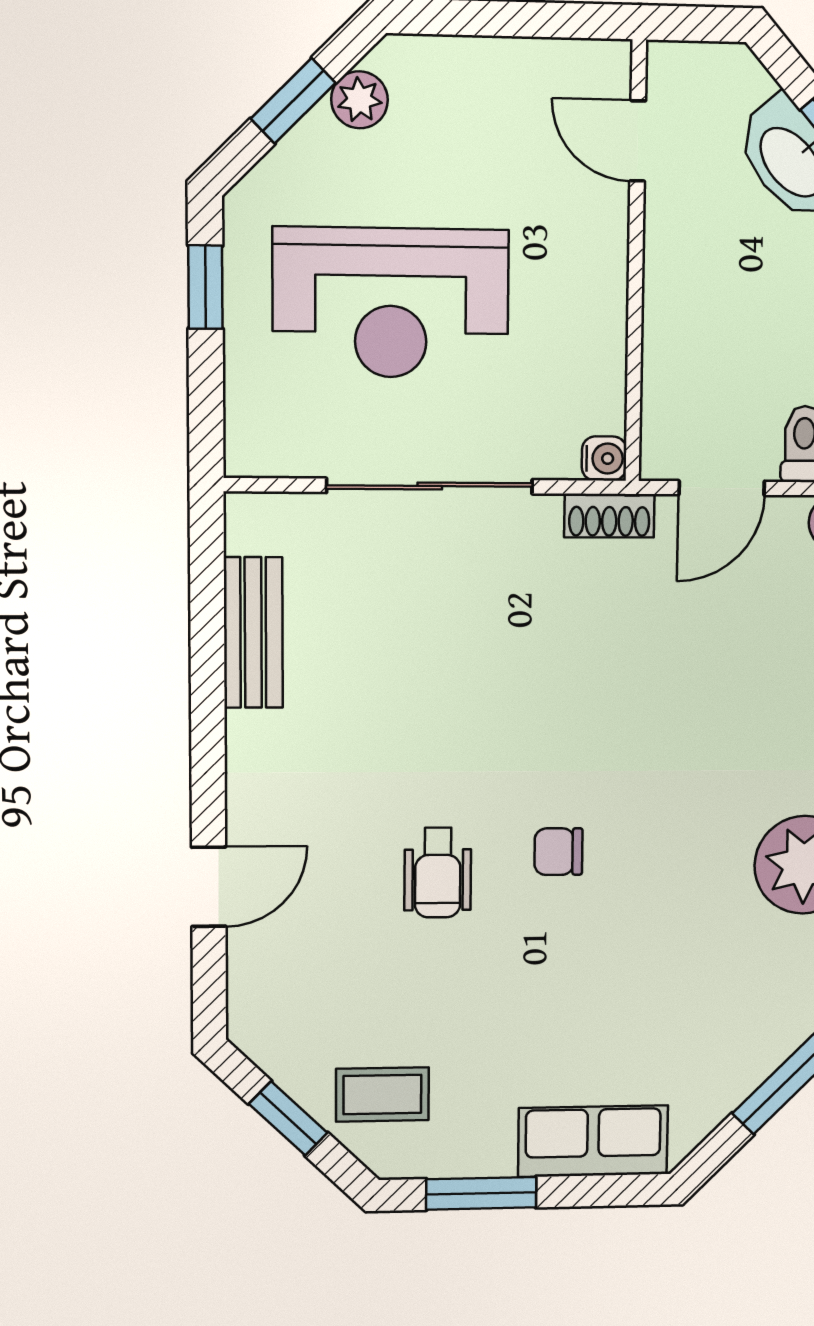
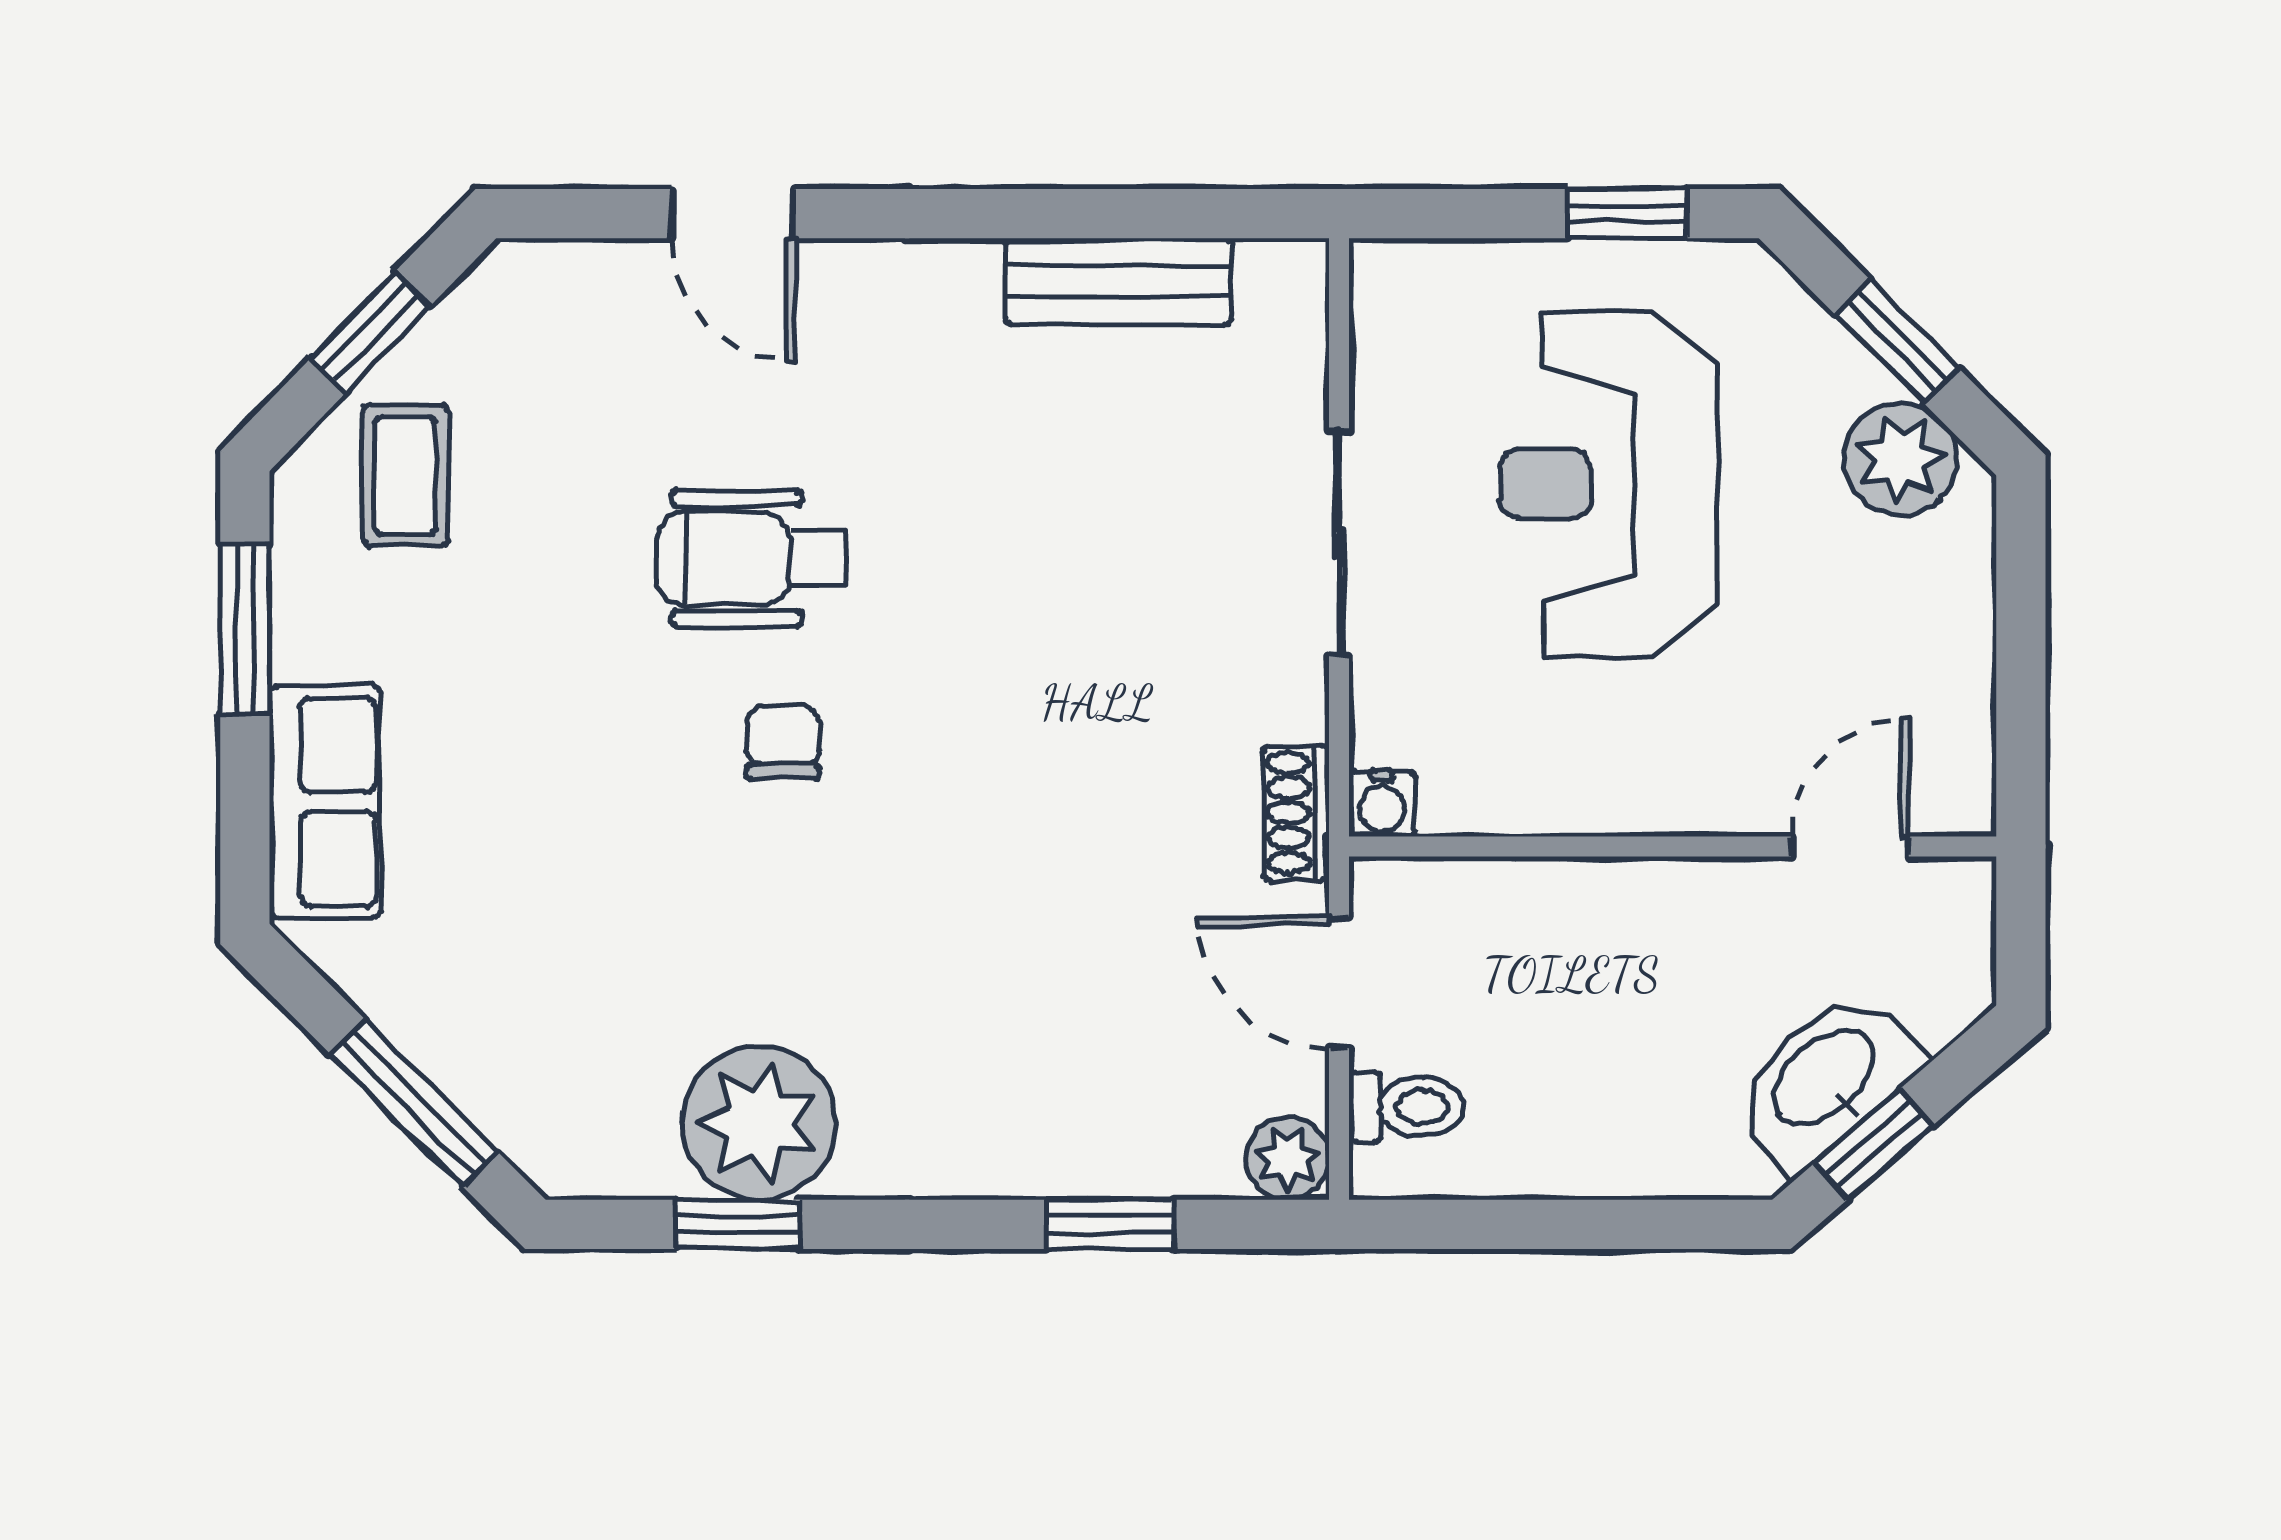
plant: (359, 100) -> (1900, 459), width x1.38, depth x1.38
sliding door: (430, 486) -> (1339, 543), width x0.73
wheelchair: (438, 873) -> (752, 558), width x1.36, depth x1.37

